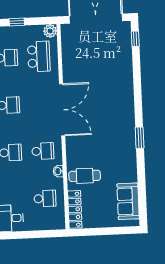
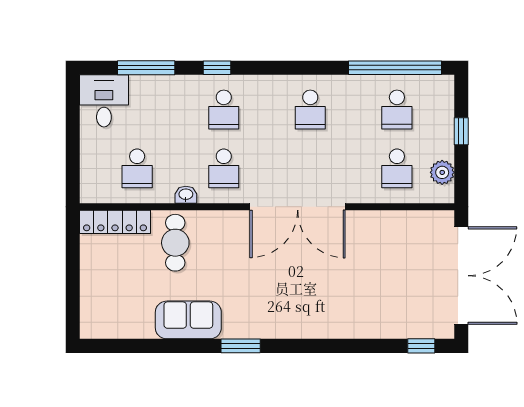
plant: (50, 31) -> (442, 172), moved
school desk: (39, 56) -> (397, 168), width x0.54
sofa: (128, 201) -> (188, 320), moved

